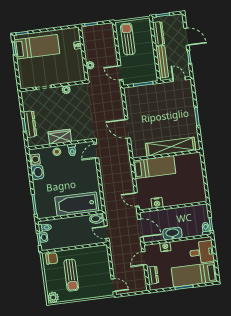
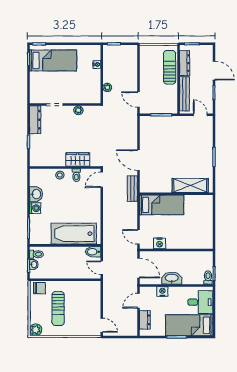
sun lounger: (128, 39) -> (170, 67), moved
dresser: (30, 124) -> (35, 120), moved
wardrobe: (60, 137) -> (78, 159), moved
shelving: (171, 147) -> (190, 186), width x0.68
bench: (125, 156) -> (132, 189), added
washing machine: (35, 159) -> (35, 208), moved

